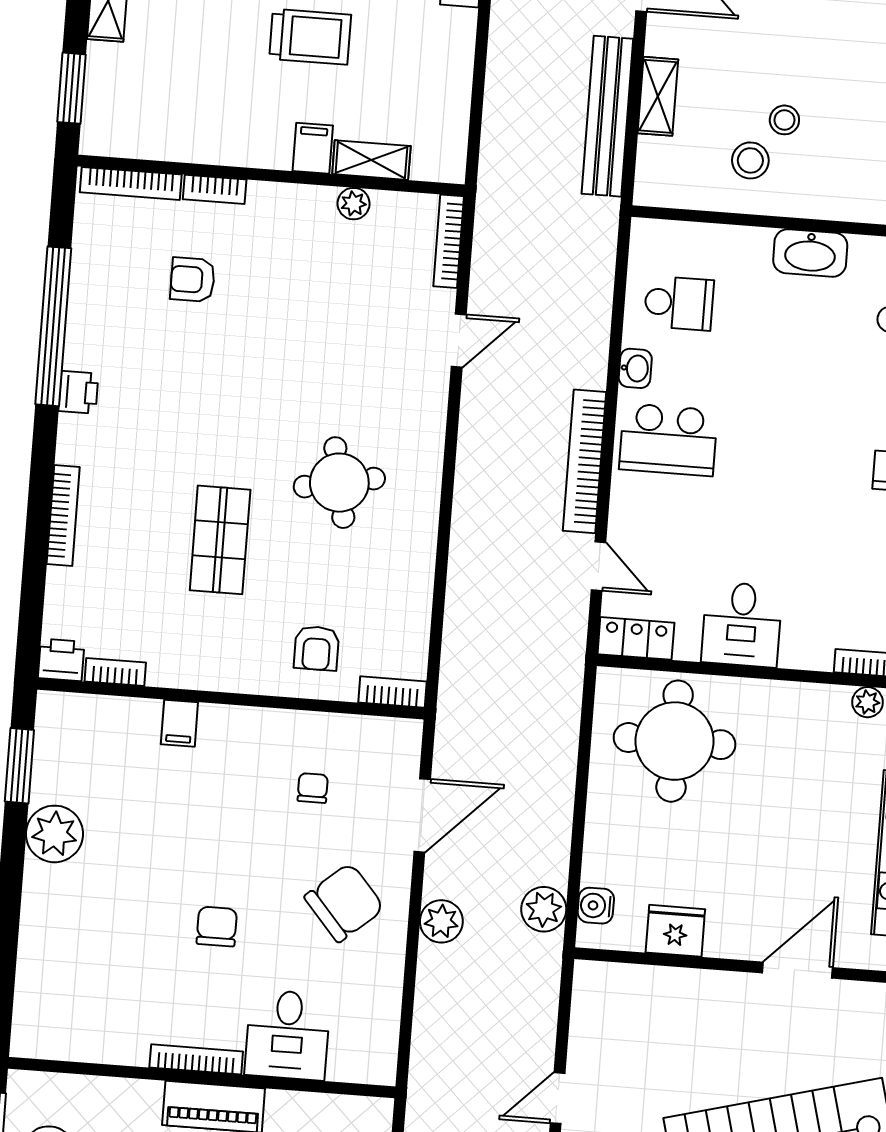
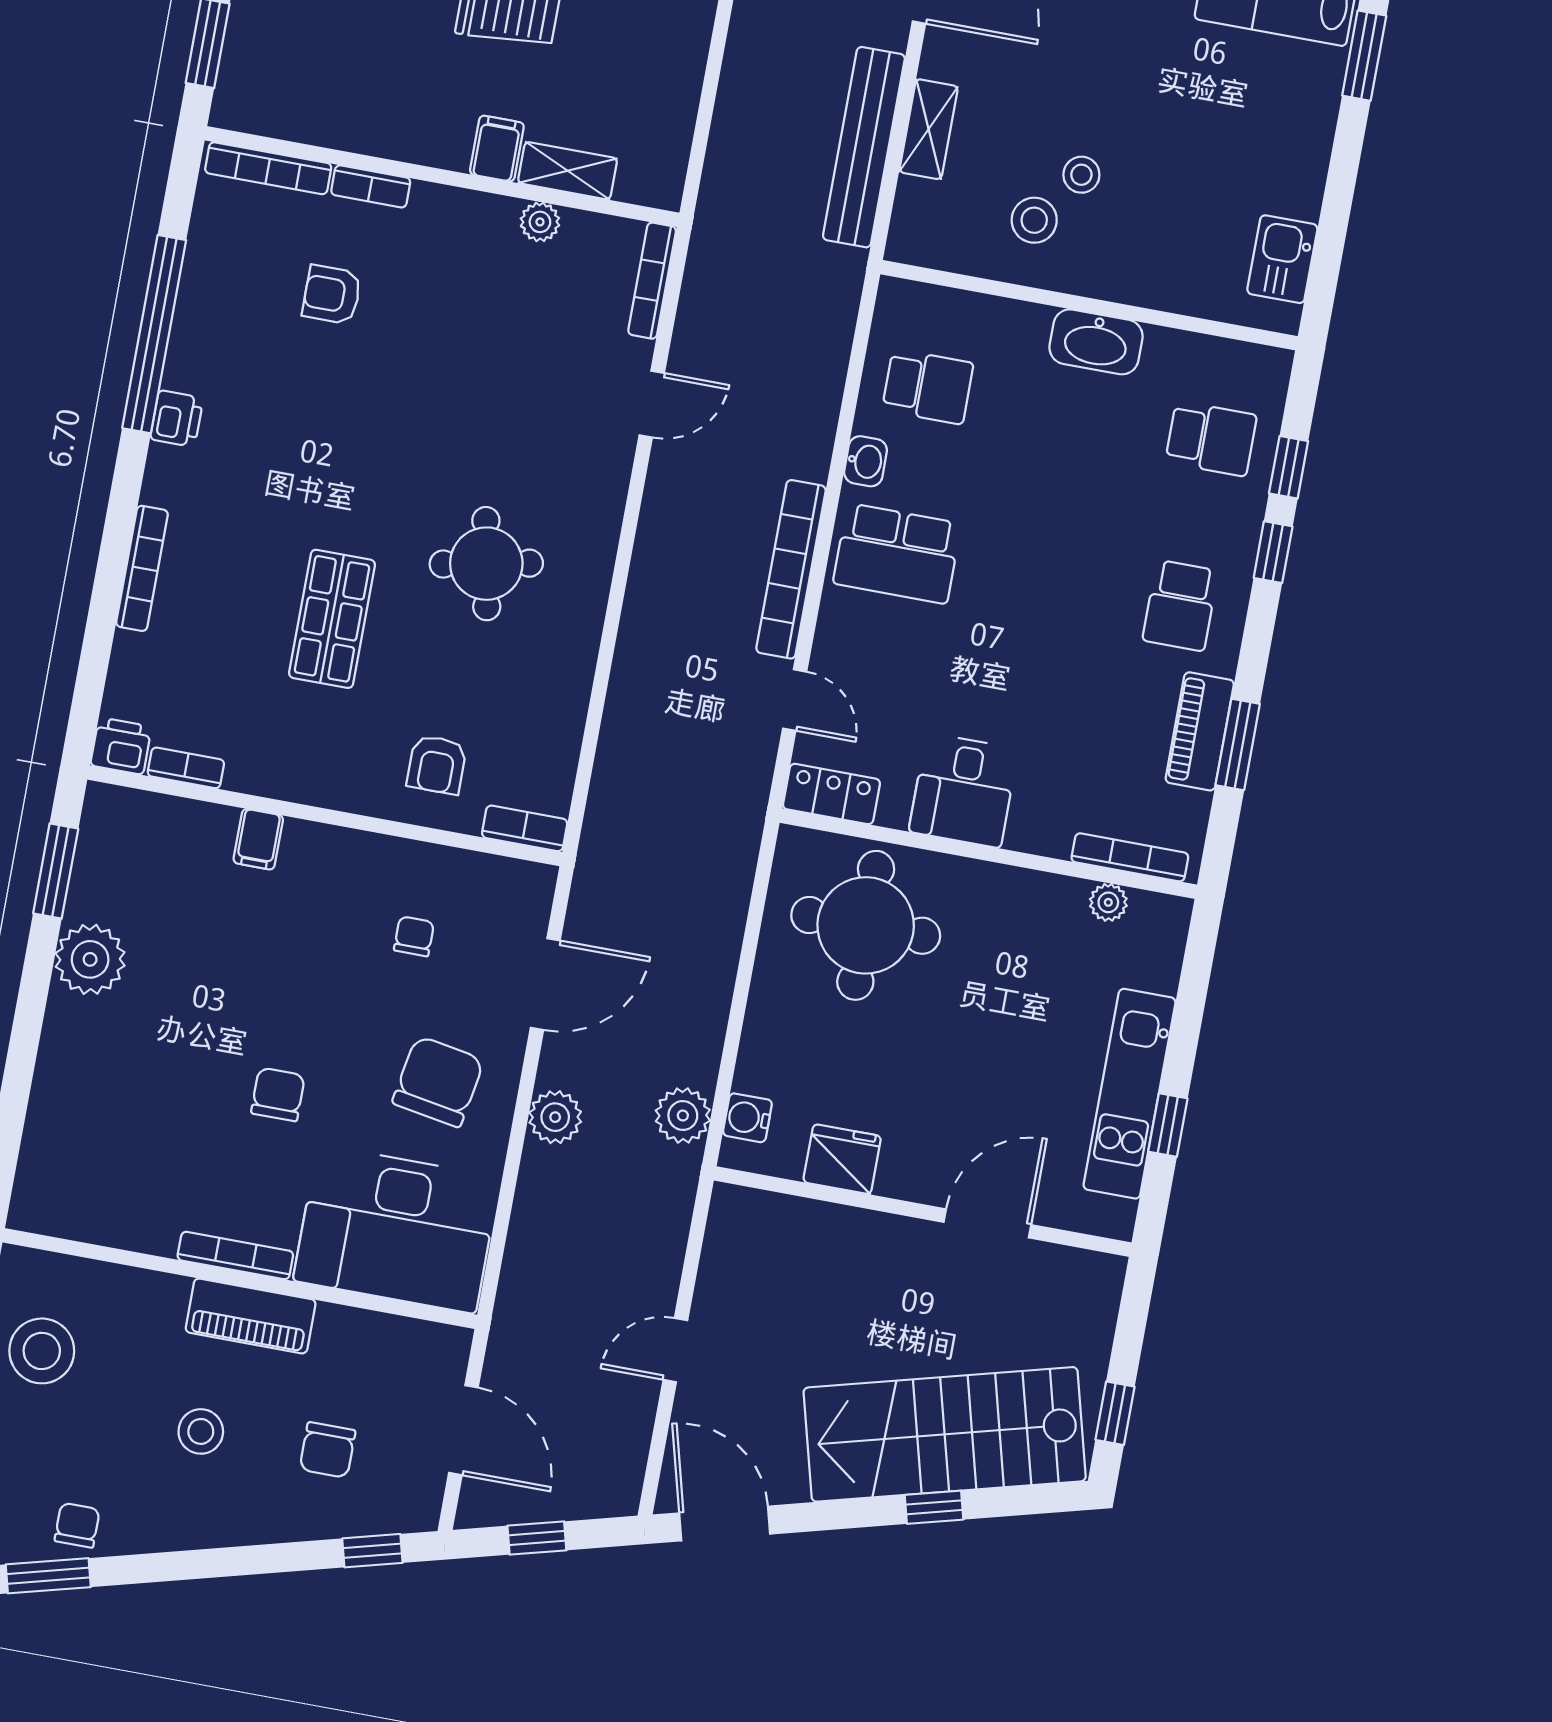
chair: (344, 903) -> (438, 1081), turned -39
desk: (288, 1035) -> (397, 1229), width x1.87, depth x1.30

